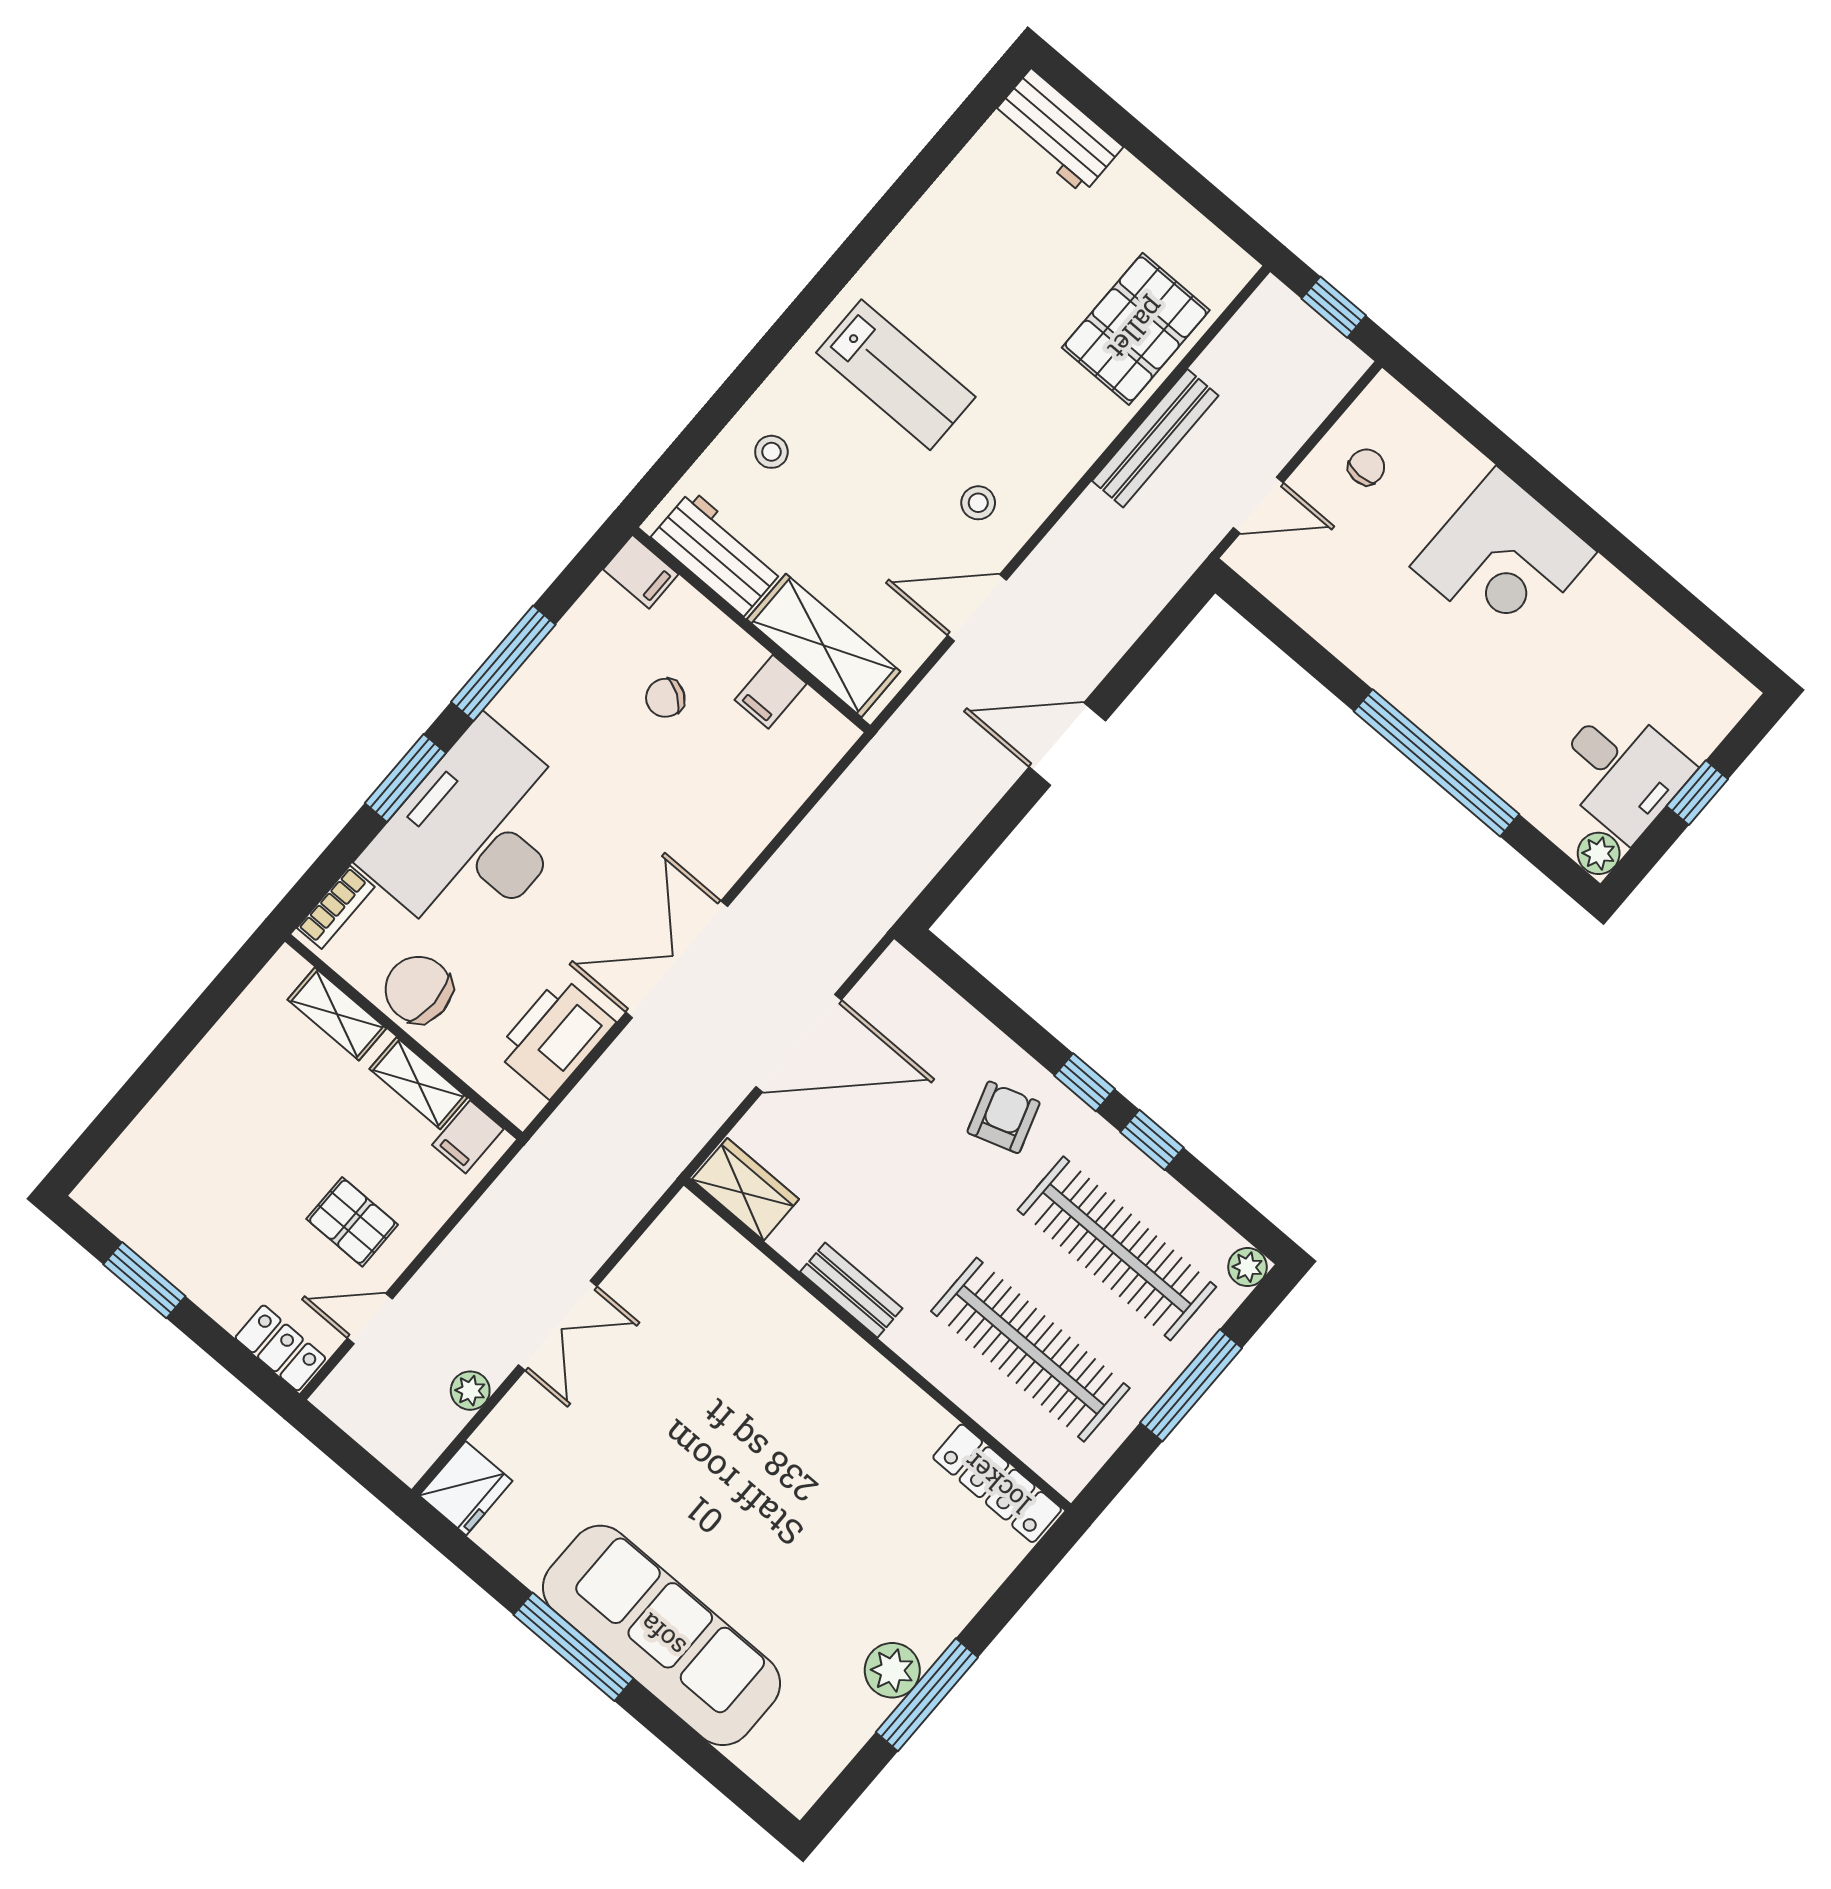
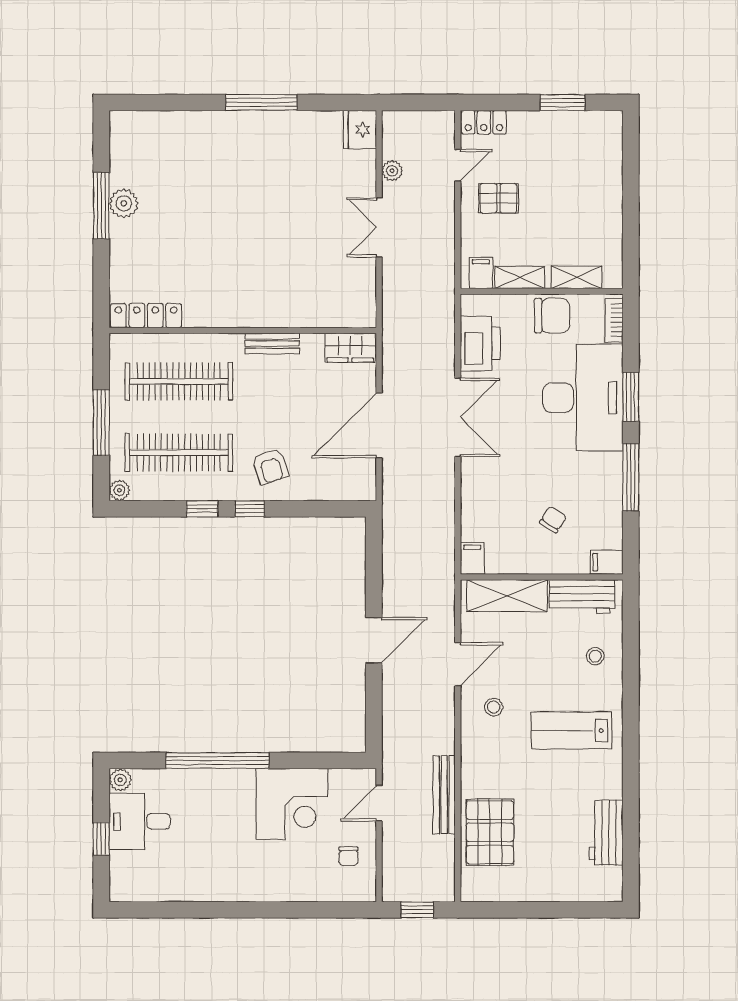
workbench: (1057, 131) -> (606, 833), moved, turned -90
corner desk: (1503, 559) -> (292, 804), moved, turned 180
filing cabinet: (771, 692) -> (472, 558), moved
sofa: (662, 1635) -> (229, 138), removed

